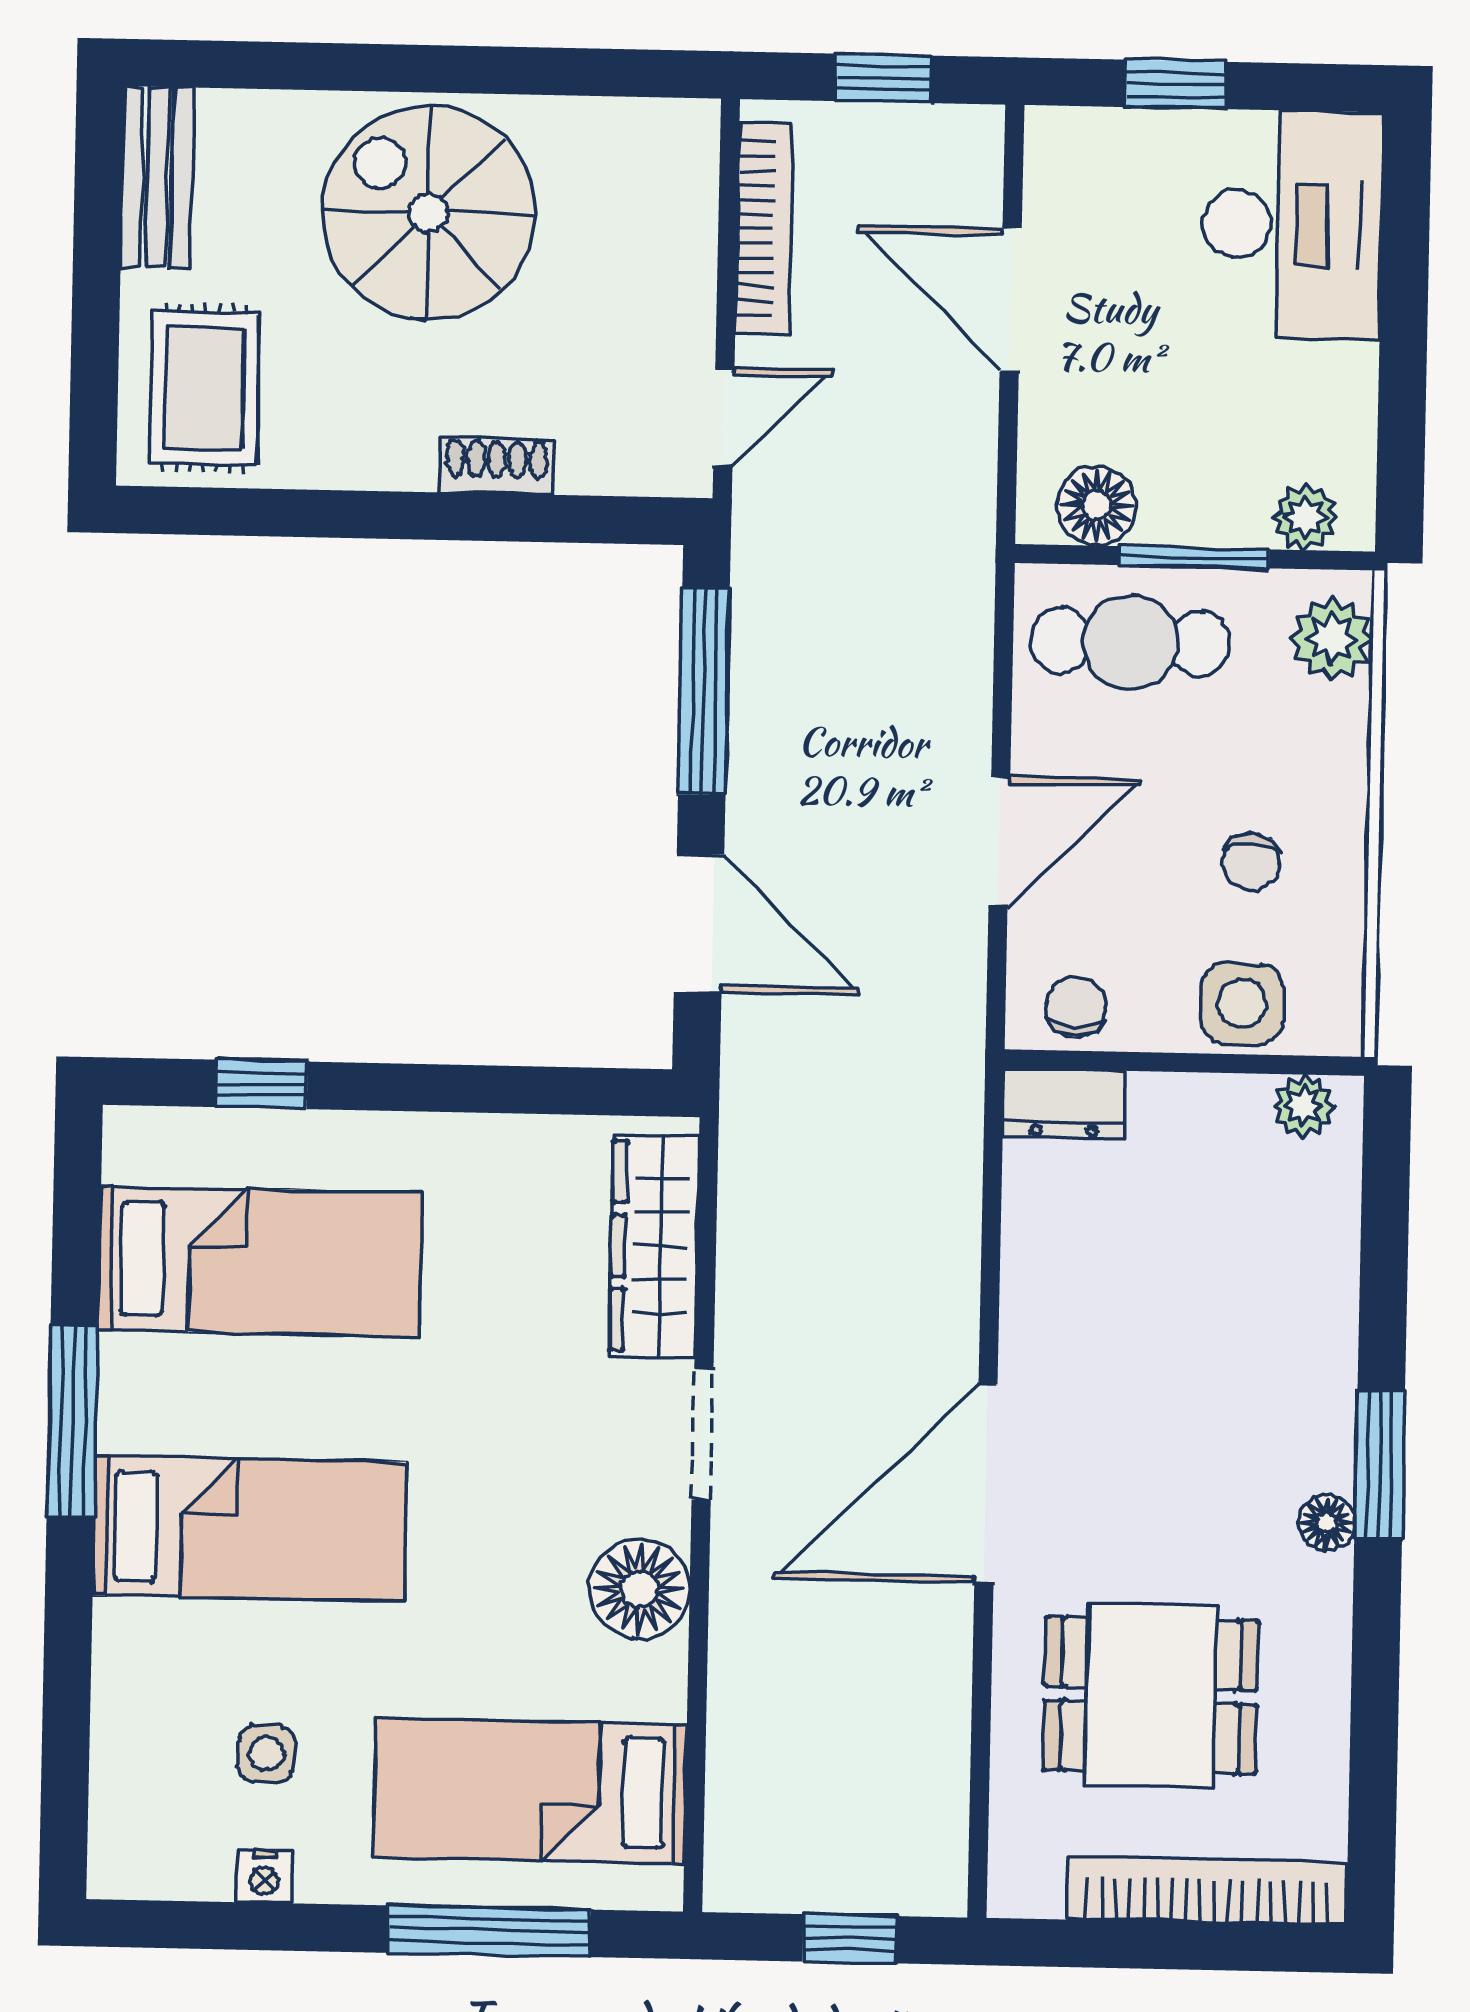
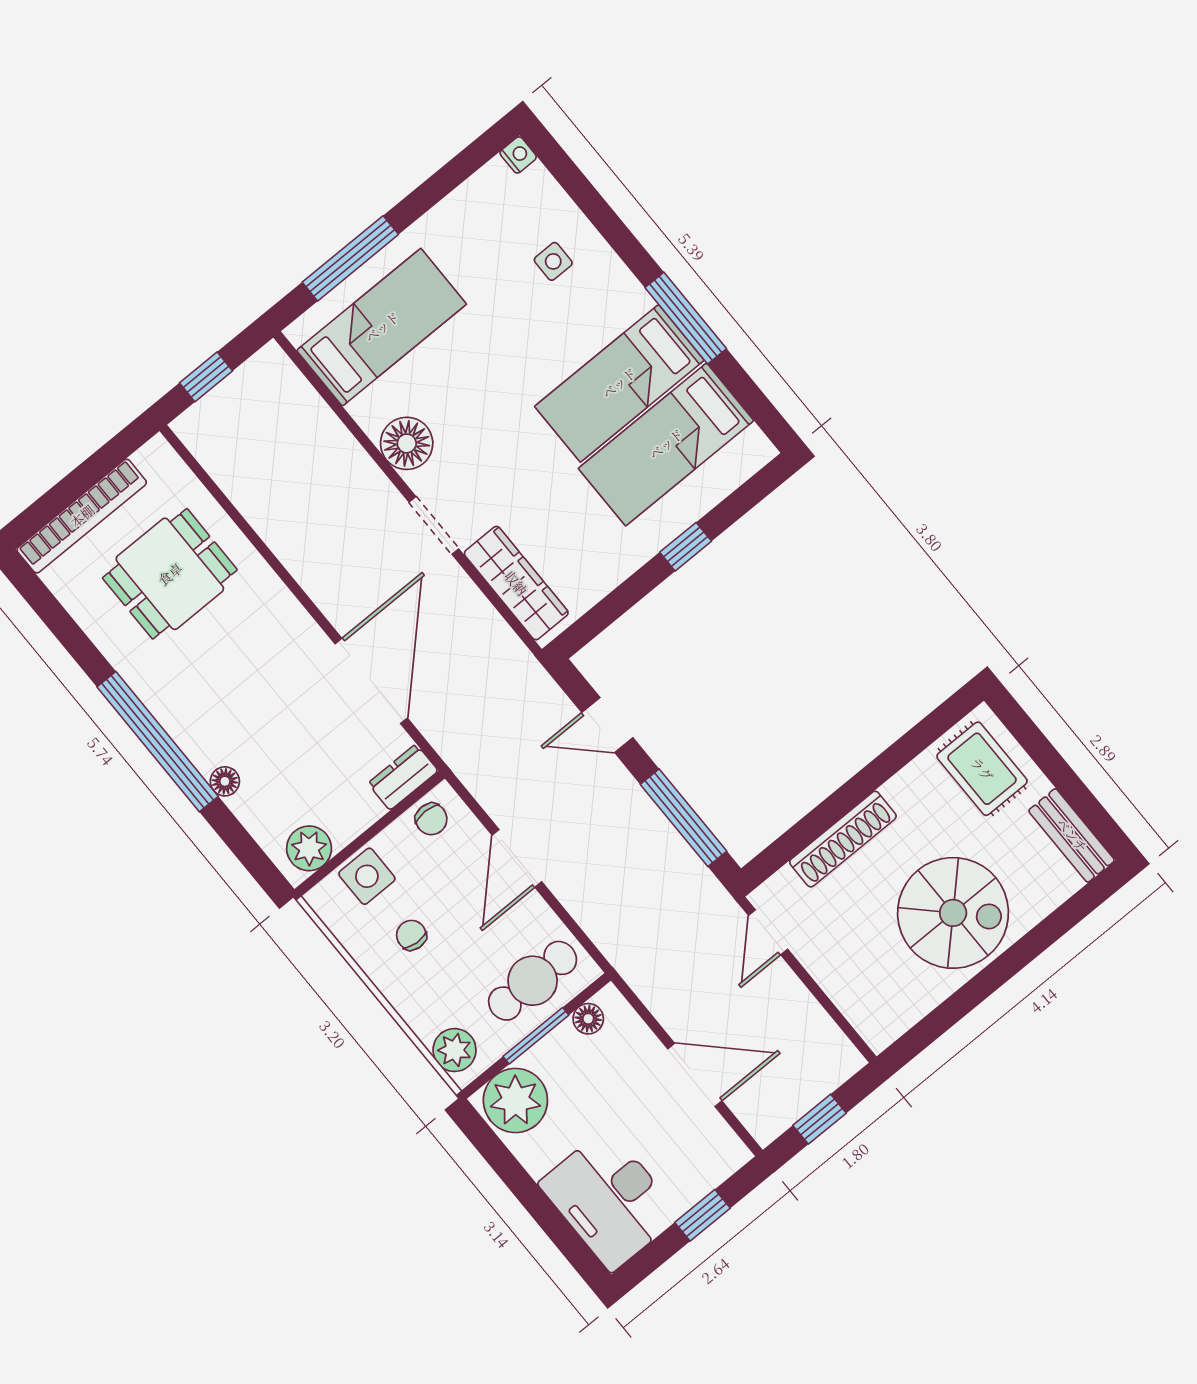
bookcase: (764, 229) -> (816, 1020), removed
shoe rack: (497, 466) -> (843, 839), width x1.94, depth x1.24
floor lamp: (1097, 506) -> (588, 1019), width x0.73, depth x0.73
plant: (1305, 517) -> (515, 1100), width x1.88, depth x1.88
door: (699, 923) -> (607, 725), width x0.73
window: (262, 1084) -> (686, 547), moved
plant: (1304, 1106) -> (309, 848), width x1.38, depth x1.38
window: (1380, 1464) -> (158, 742), width x2.11
door: (986, 1484) -> (371, 681), moved
floor lamp: (1327, 1522) -> (225, 781), moved
bed: (249, 1529) -> (619, 383), moved
side table: (267, 1754) -> (553, 261), moved
nightstand: (265, 1876) -> (518, 155), moved, turned 90

